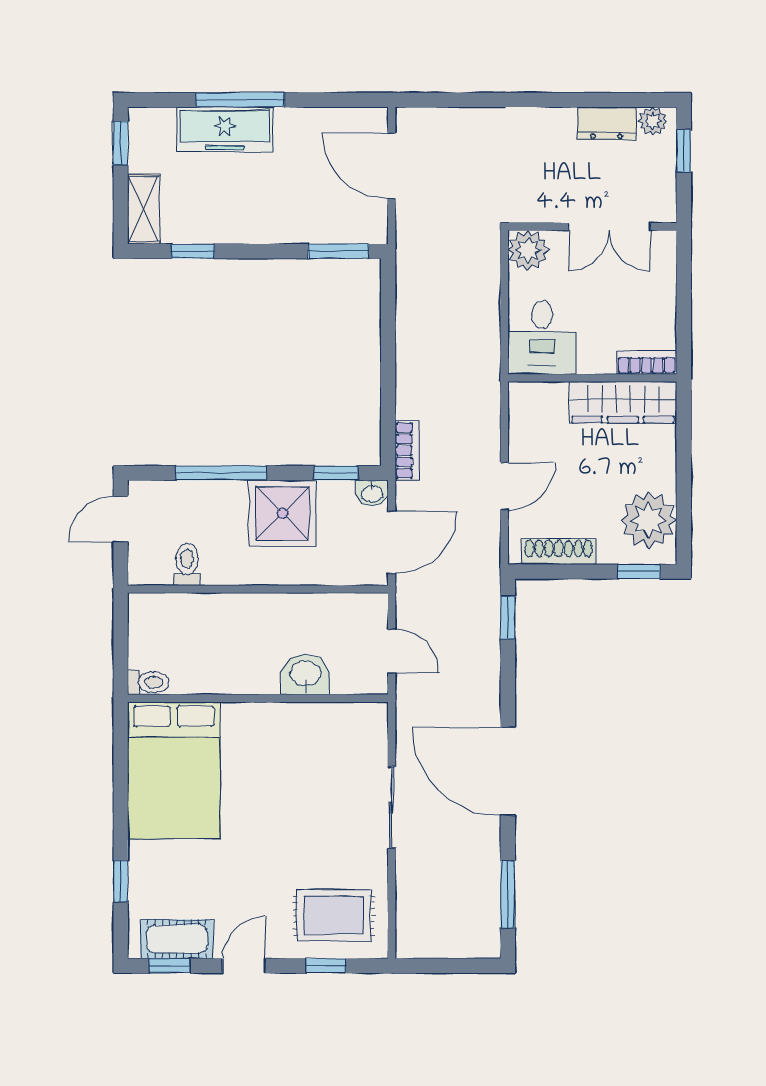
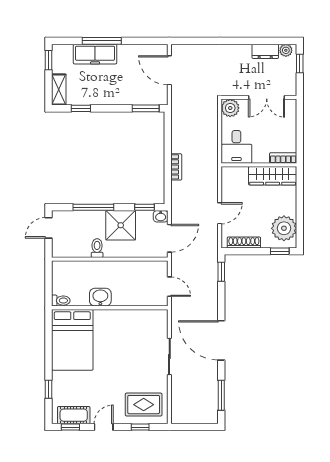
bookcase: (407, 451) -> (176, 167), moved
toilet: (187, 564) -> (97, 248), moved
washbasin: (305, 674) -> (100, 297), moved

